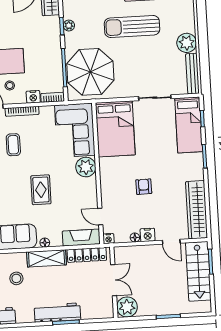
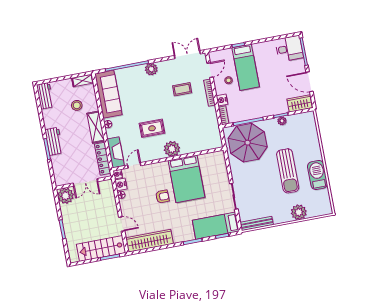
sun lounger: (132, 26) -> (288, 171), turned 180
plant: (187, 43) -> (299, 212), moved
bed: (115, 129) -> (187, 179), moved, turned -90
corner sofa: (75, 130) -> (200, 136), removed
rug: (41, 190) -> (152, 128), moved
nightstand: (148, 235) -> (121, 184), moved
door: (171, 242) -> (122, 224), swing flipped
workbench: (57, 313) -> (54, 141), width x0.73

